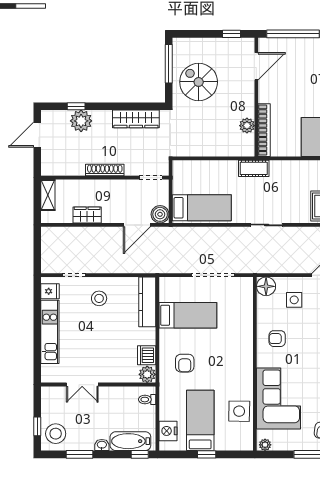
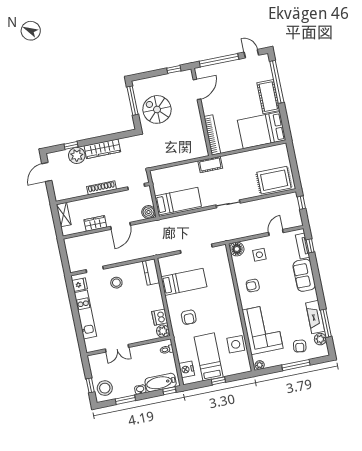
wardrobe: (136, 119) -> (102, 149), moved
plant: (247, 126) -> (199, 134), removed
door: (137, 225) -> (120, 226), moved
kitchen counter: (147, 302) -> (151, 272), width x0.67

